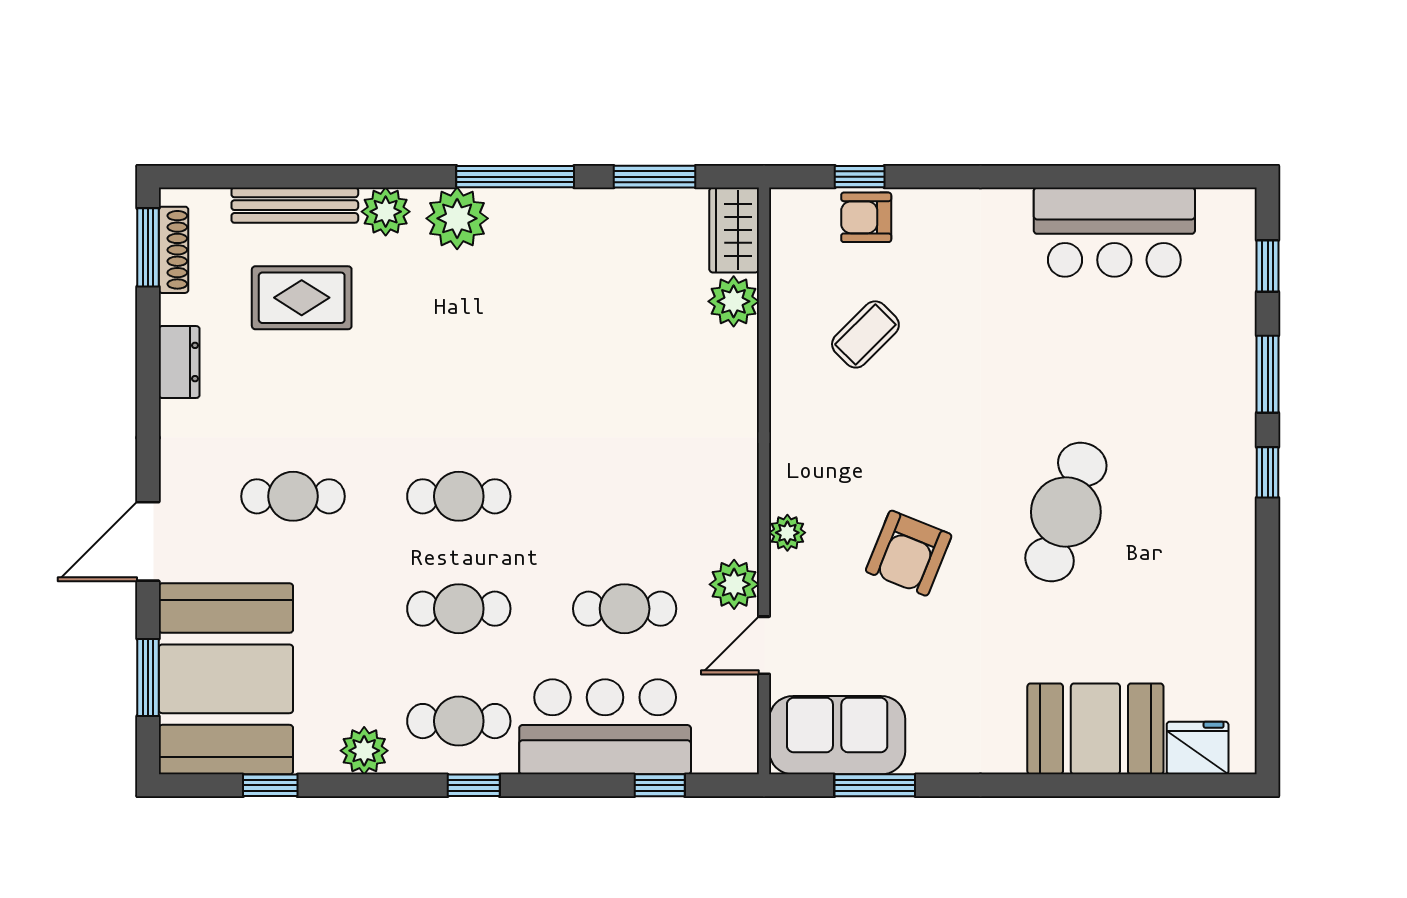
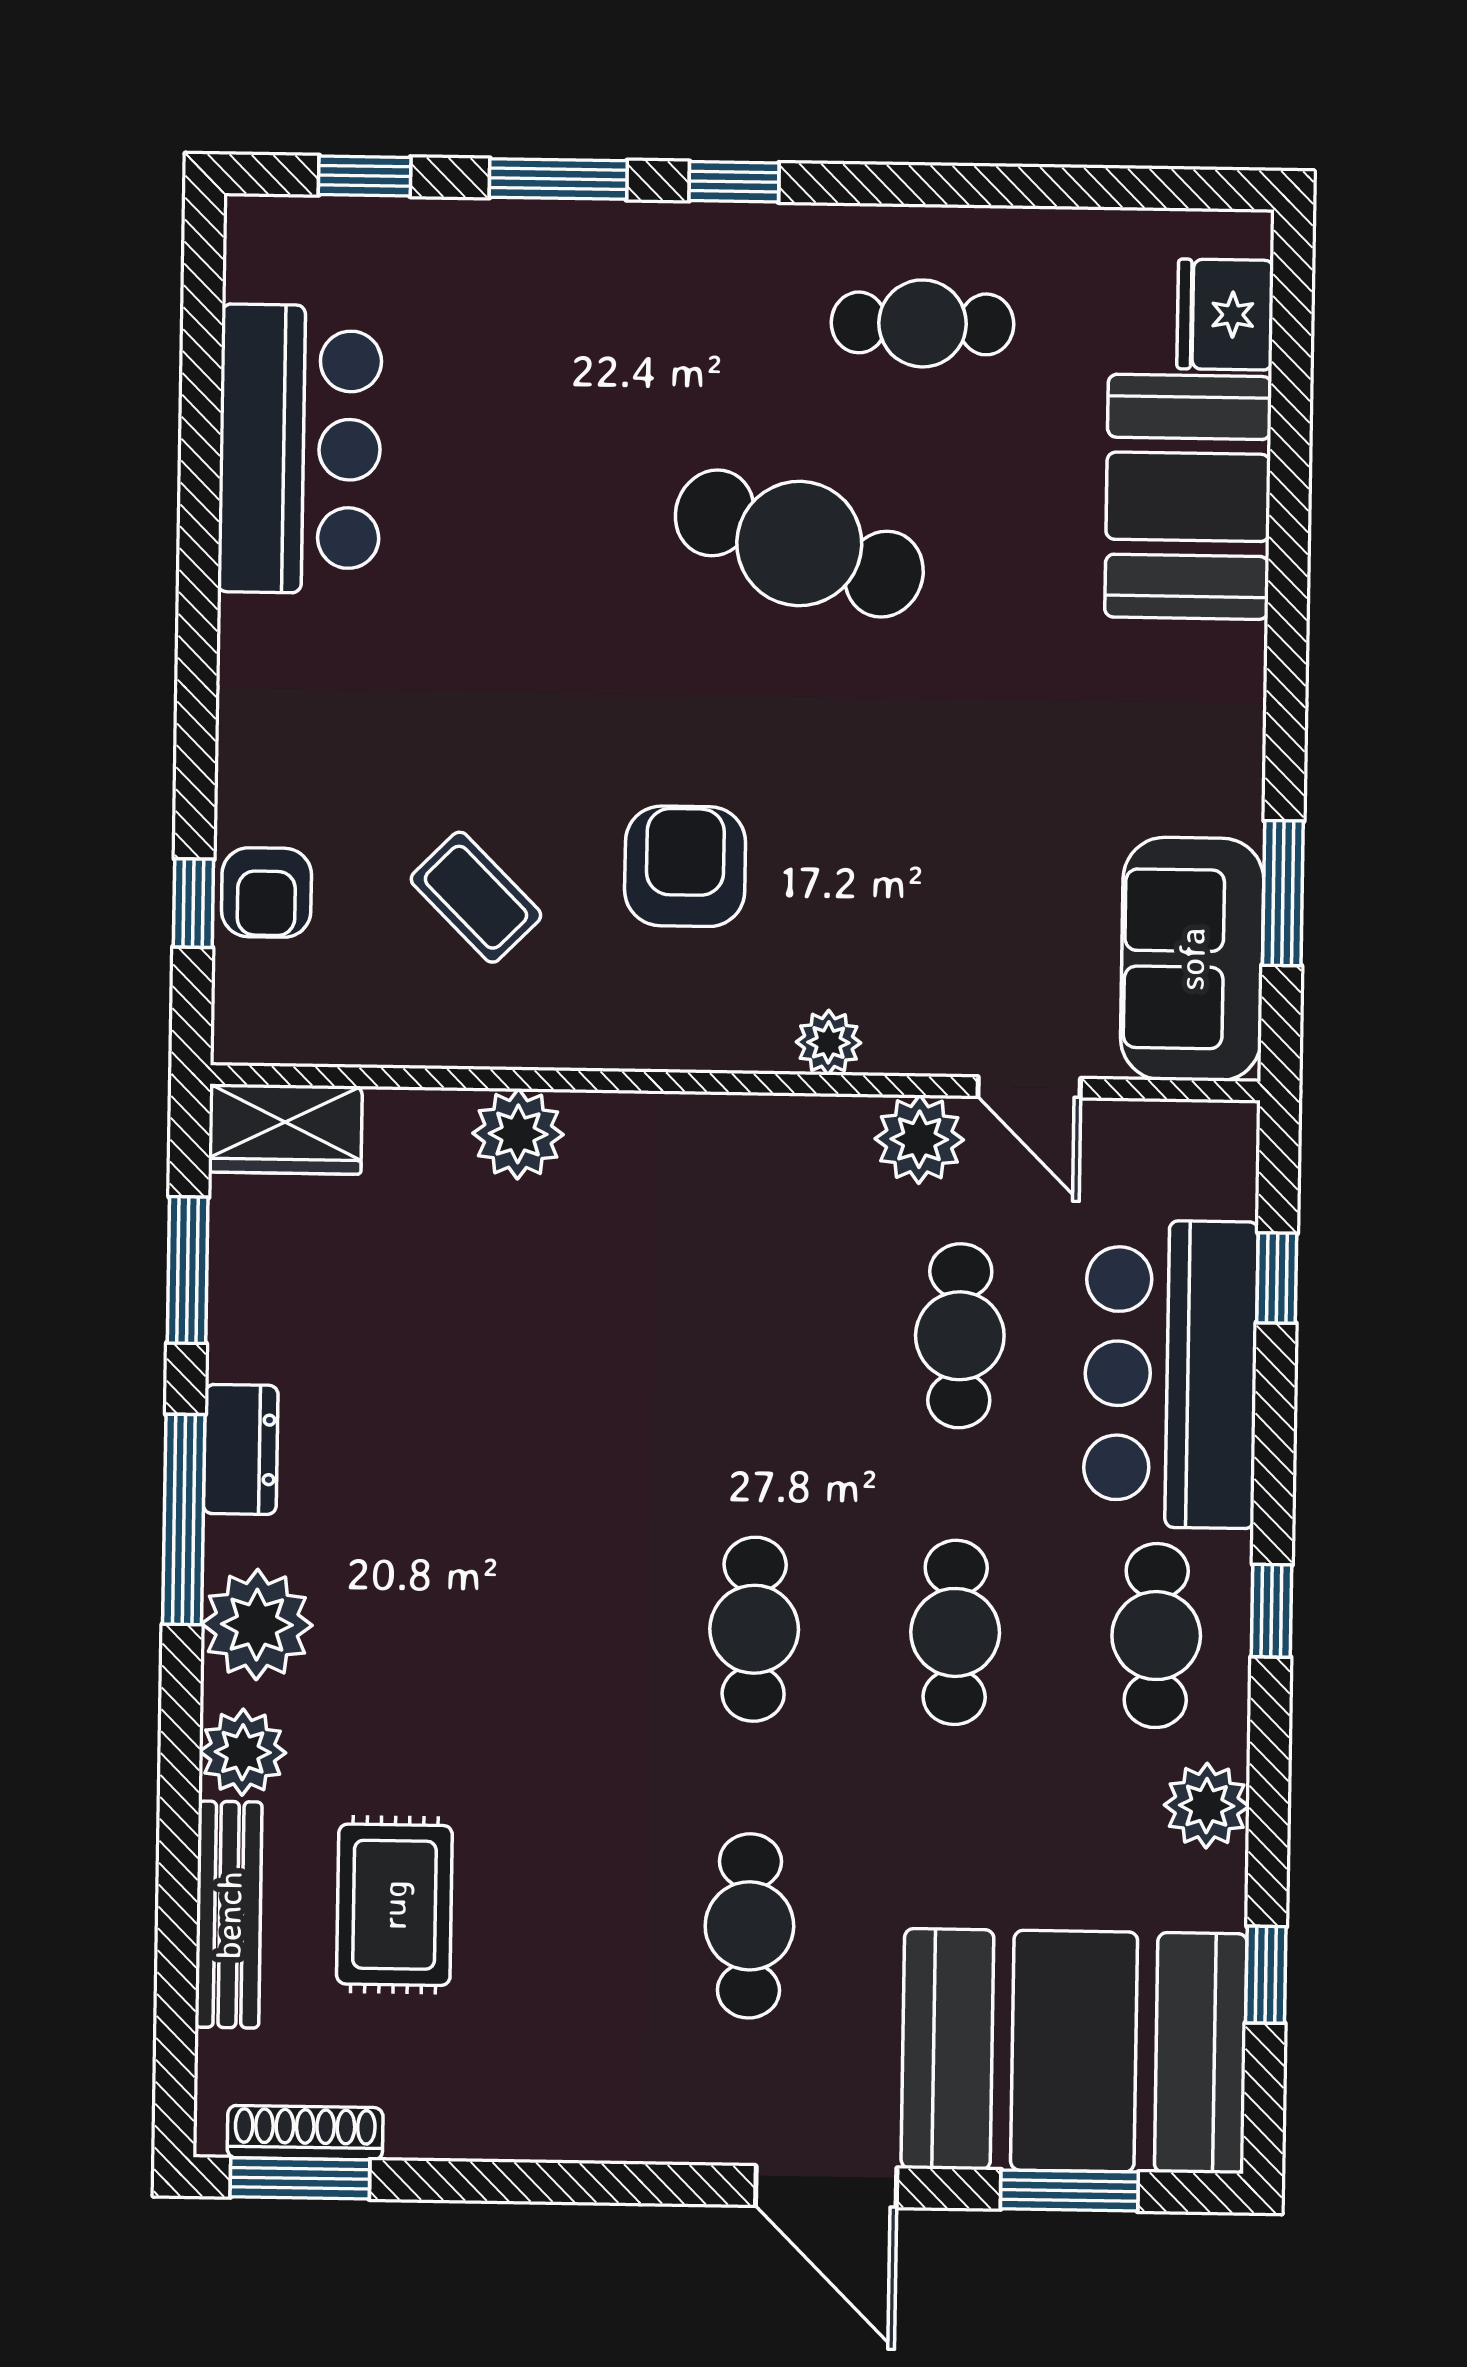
plant: (734, 301) -> (518, 1134), moved
dresser: (179, 362) -> (241, 1449), moved, turned 90
armchair: (909, 553) -> (685, 866), moved, turned -112
cafe table: (1190, 579) -> (923, 323), added

